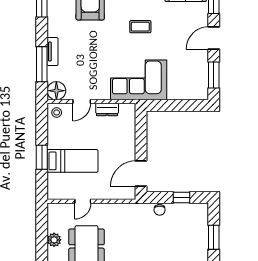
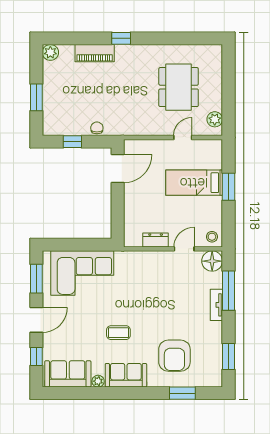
corner sofa: (139, 80) -> (82, 273), moved
plant: (54, 240) -> (215, 119), moved

